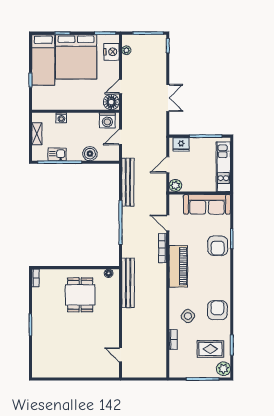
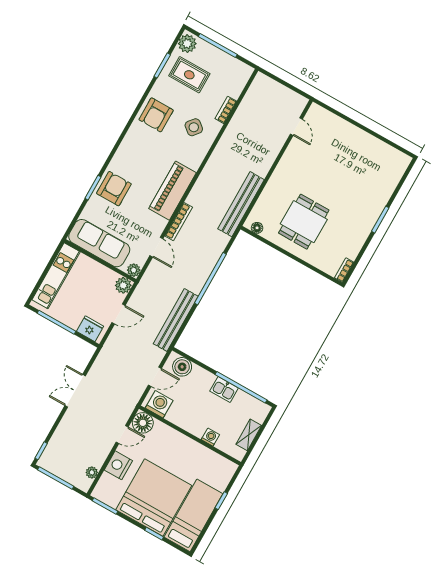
nightstand: (111, 52) -> (118, 465), moved
kitchen sink: (57, 154) -> (224, 390), moved
boiler: (90, 154) -> (182, 367), moved
plant: (174, 199) -> (134, 270), added

